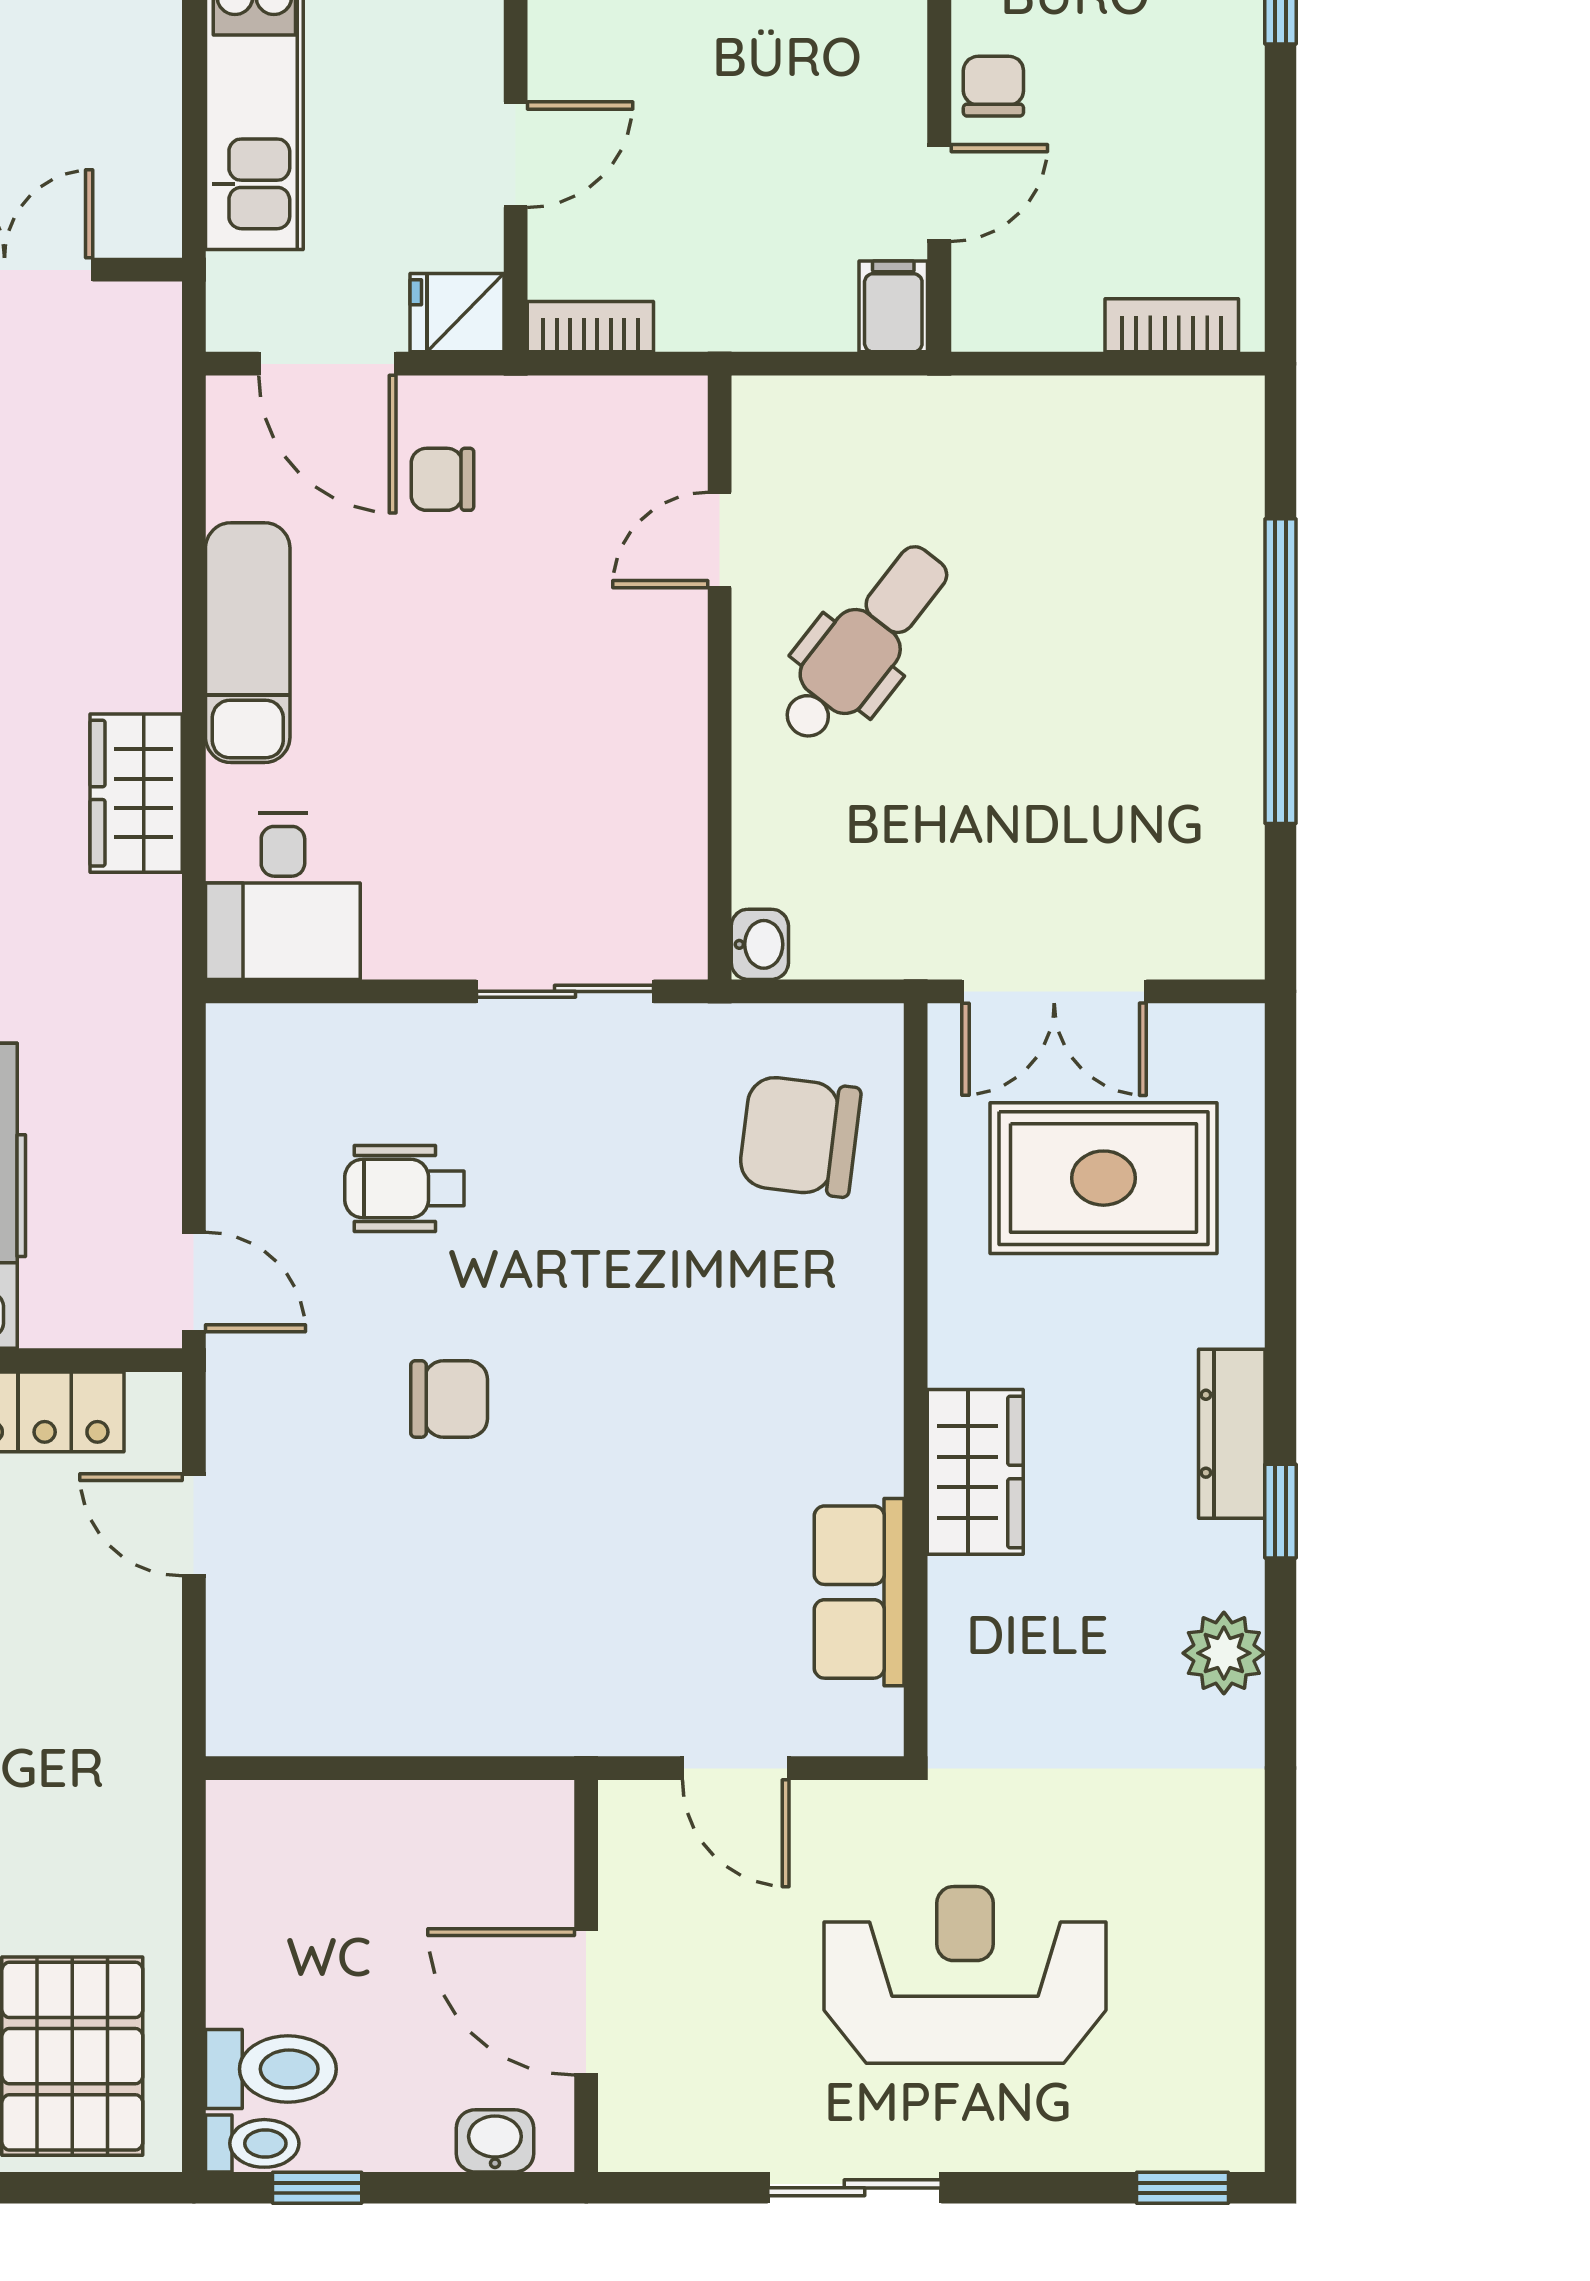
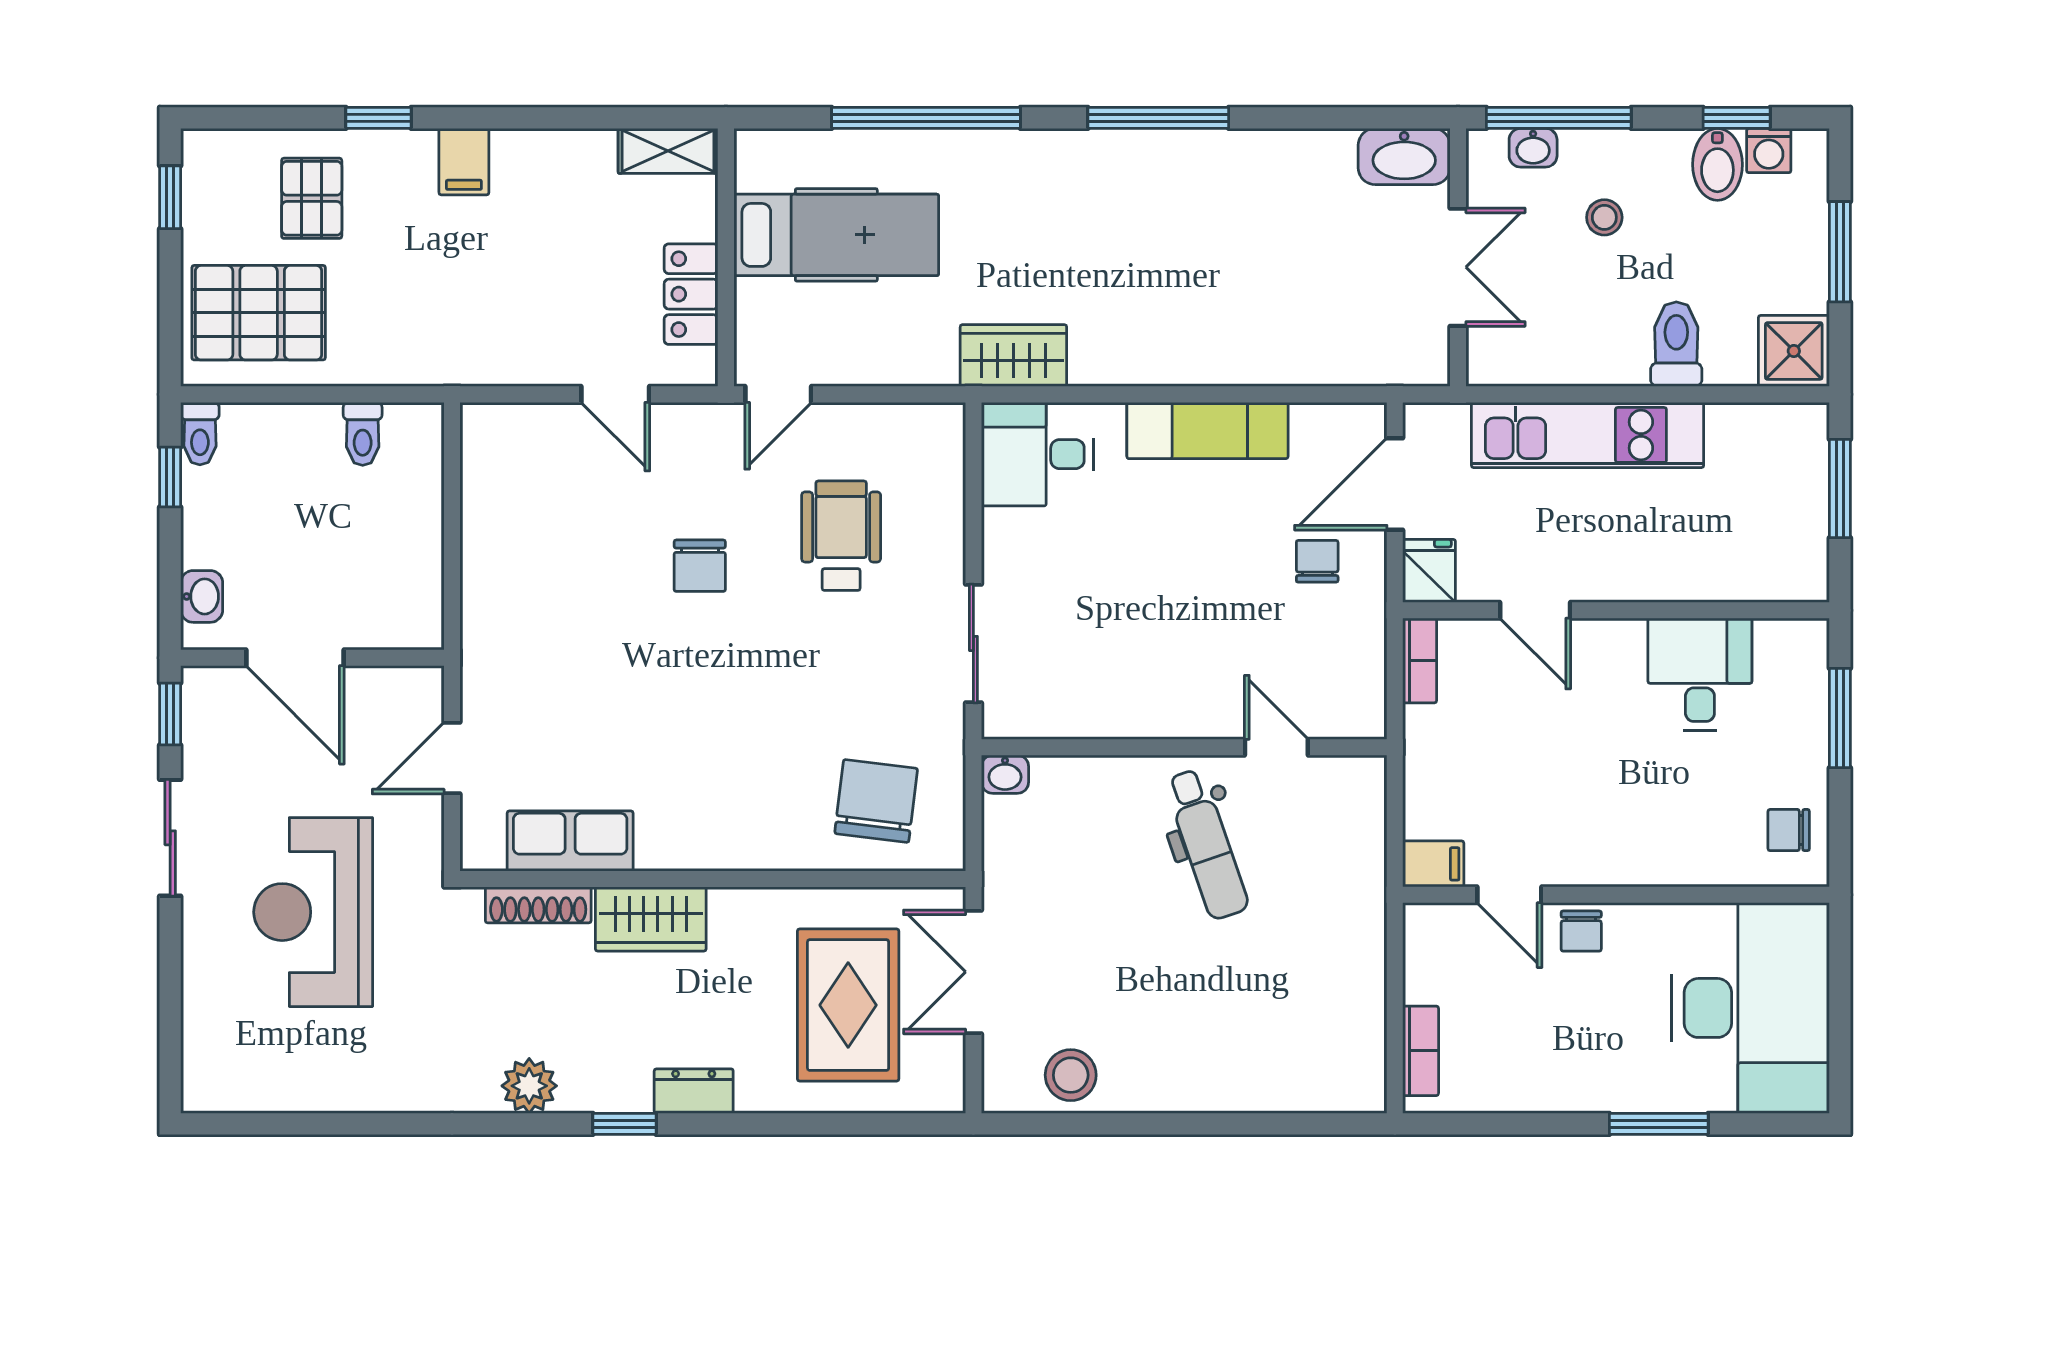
chair: (993, 86) -> (1581, 931), turned 90
dental chair: (864, 644) -> (1207, 844), turned 33
window: (1281, 671) -> (1188, 1124), removed
wardrobe: (136, 793) -> (1013, 356), moved
stool: (1208, 846) -> (1071, 1075), added
wheelchair: (405, 1188) -> (841, 536), width x1.36, depth x1.37
dresser: (1232, 1434) -> (694, 1091), width x0.70
door: (194, 1525) -> (615, 394), swing flipped
shoe rack: (954, 1640) -> (538, 905), added
reception desk: (965, 1975) -> (313, 912), turned 180
door: (586, 2002) -> (295, 658), swing flipped
toilet: (271, 2069) -> (363, 434), moved, width x0.73, depth x0.72
window: (1182, 2188) -> (170, 714), moved

